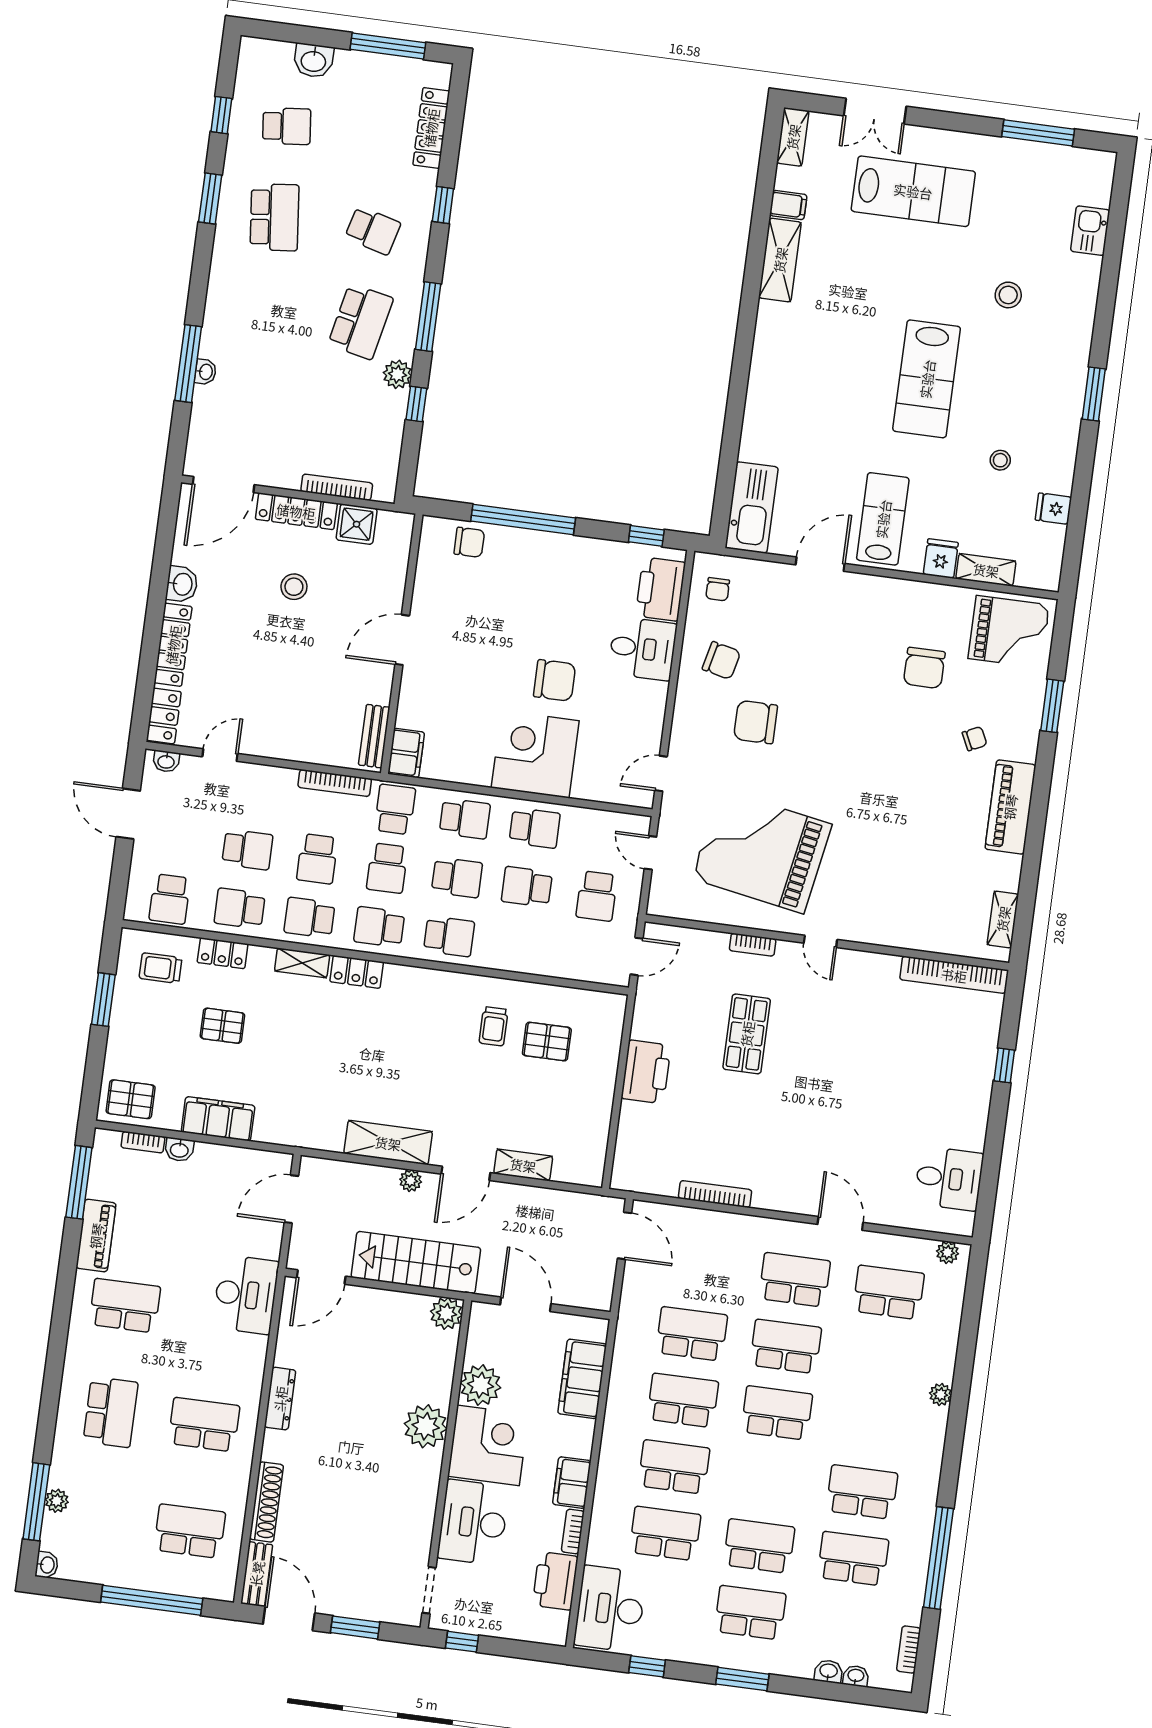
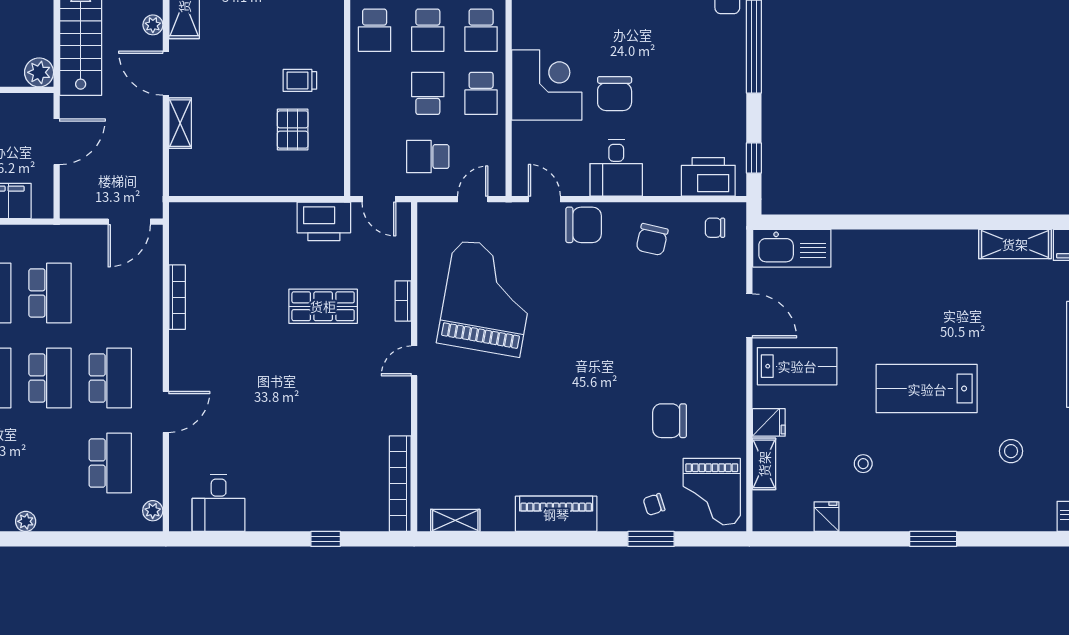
desk: (643, 649) -> (616, 168), moved
chair: (756, 722) -> (584, 225), moved, turned 90
chair: (975, 739) -> (654, 504), moved, turned 98
printer: (646, 1072) -> (324, 221), moved

